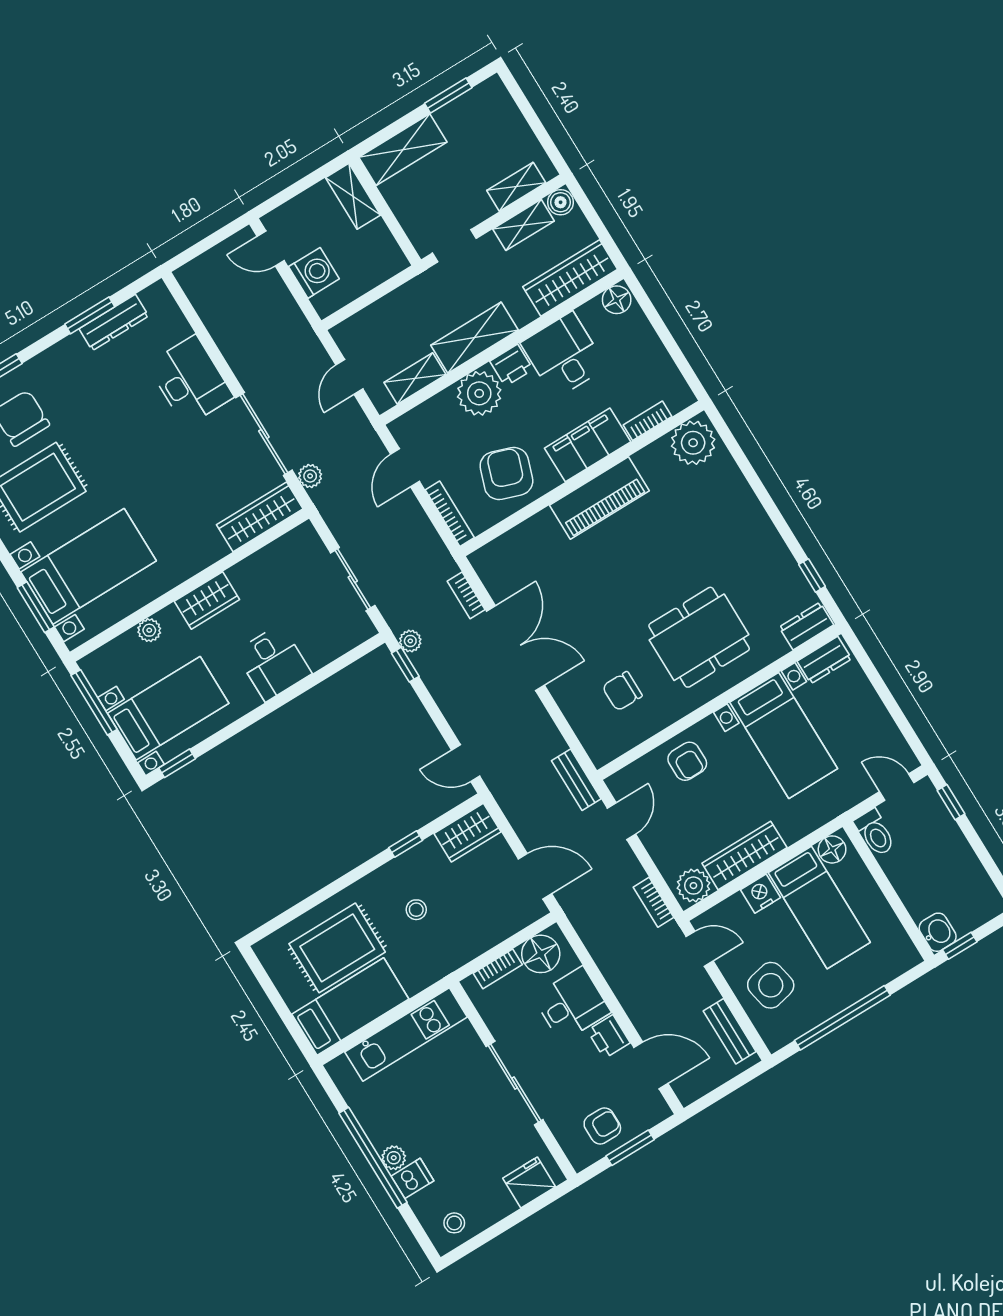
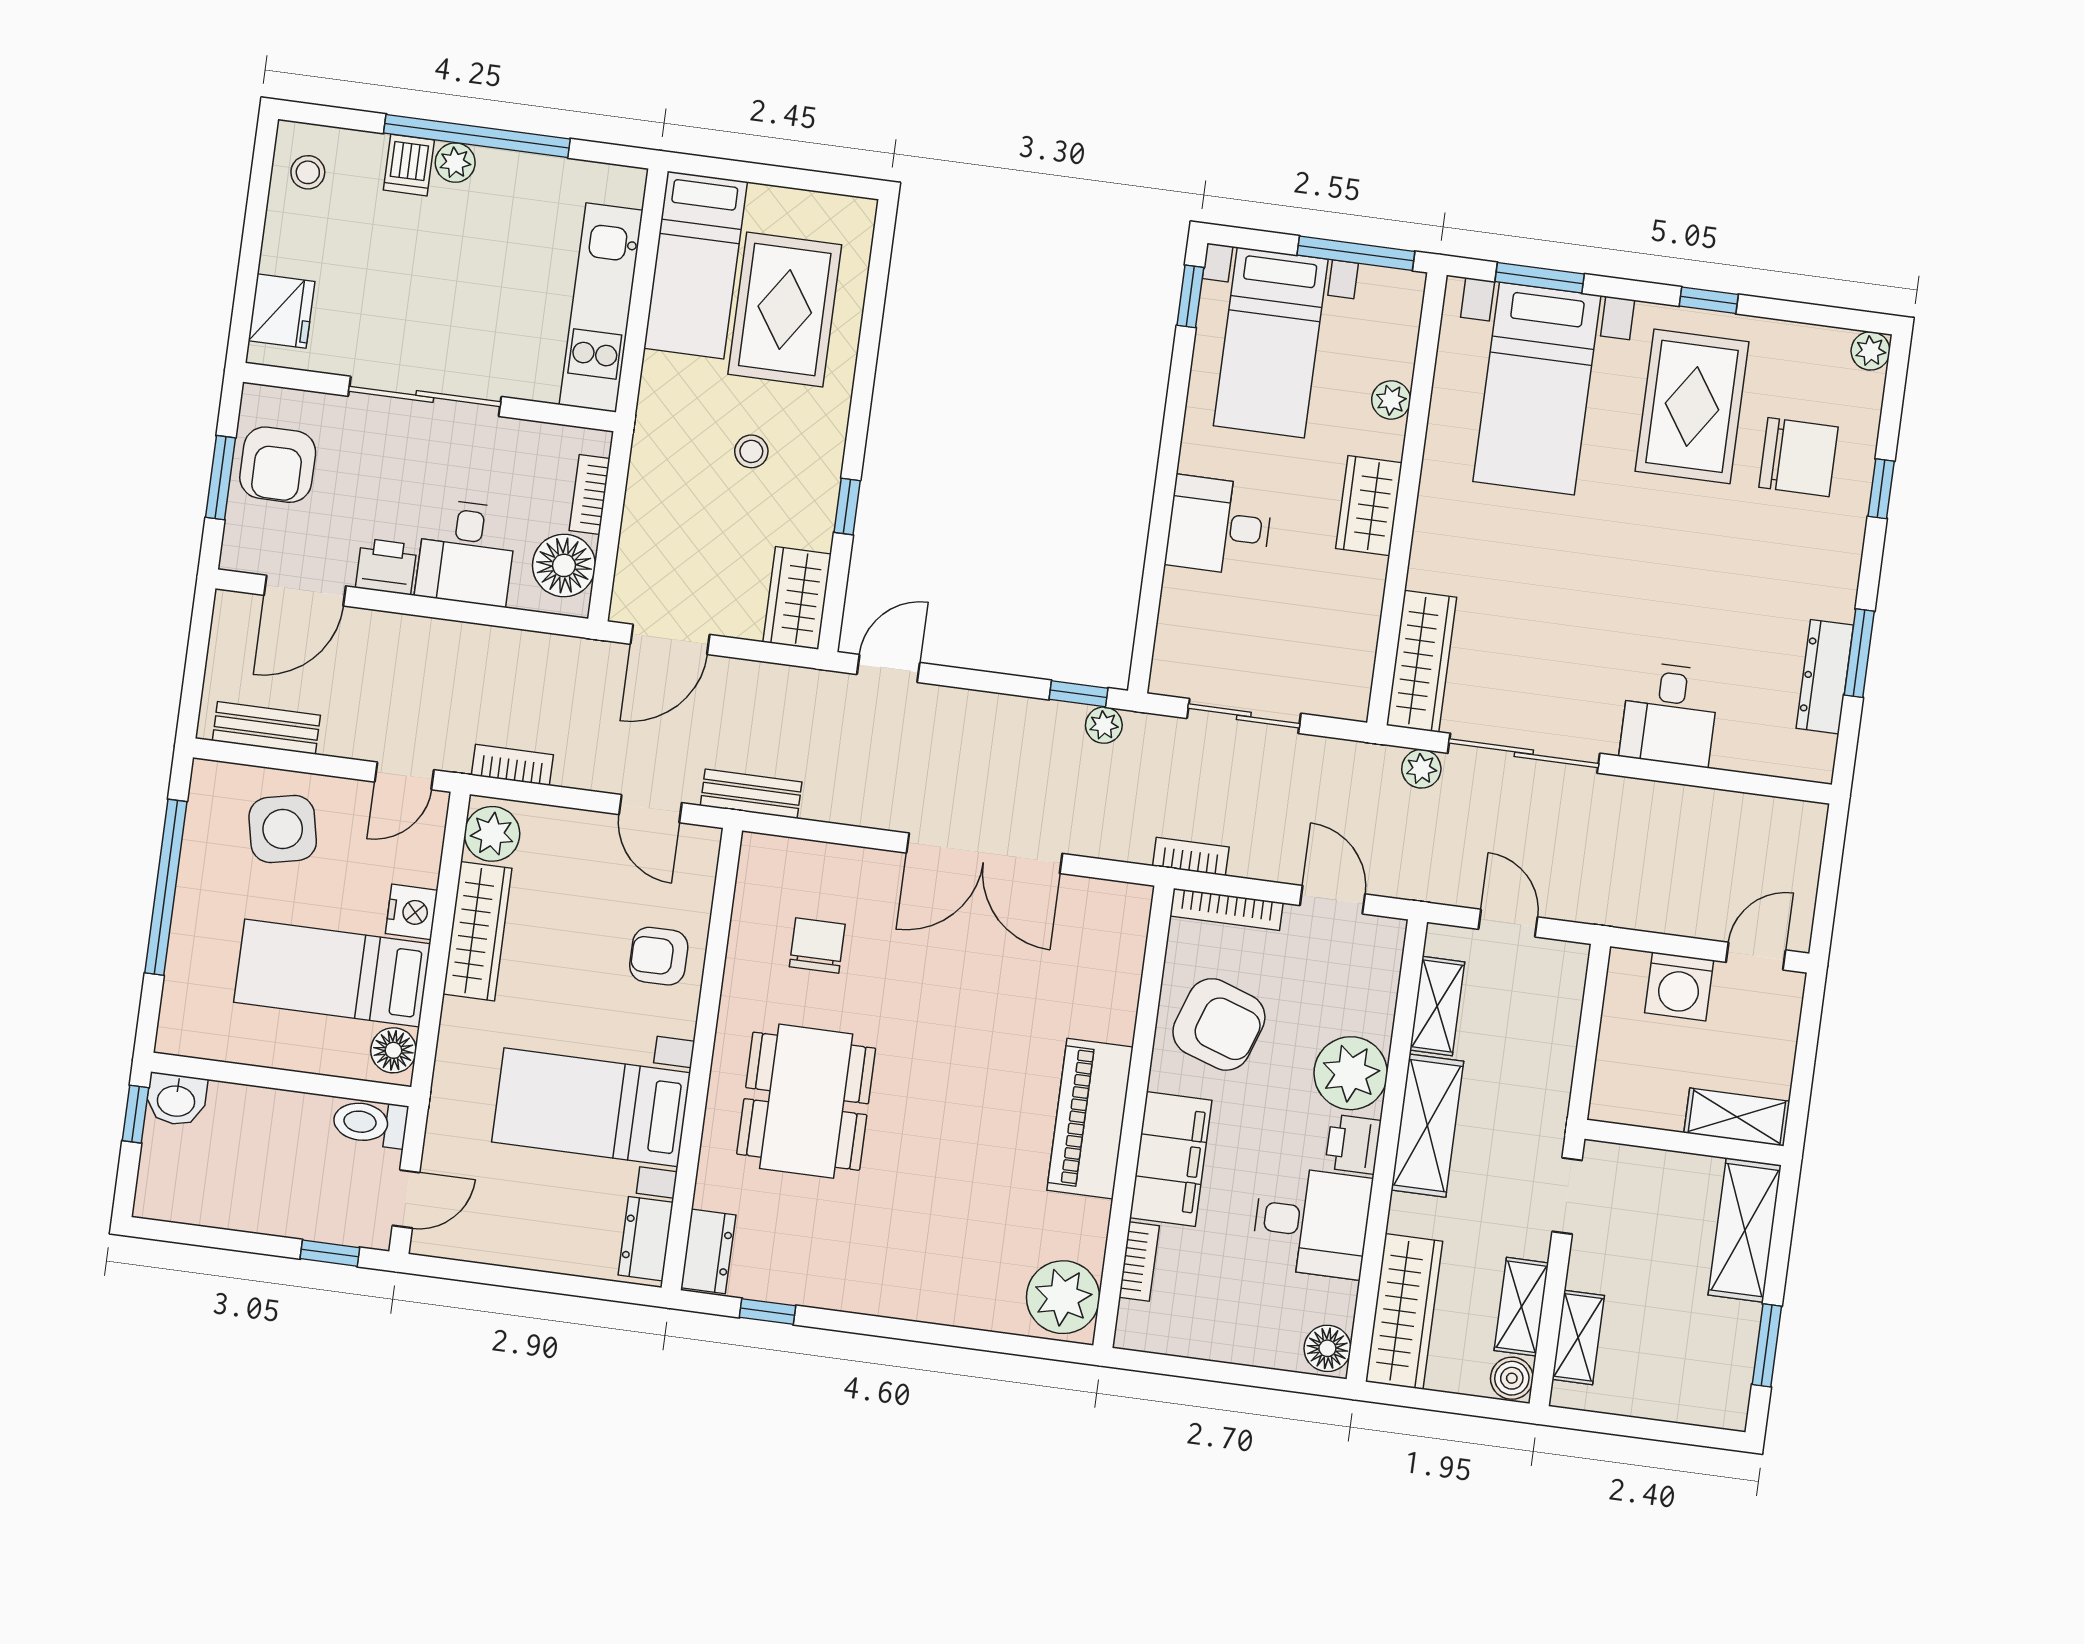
desk: (190, 381) -> (1670, 714), width x0.73
bookcase: (466, 595) -> (1191, 856), moved
armchair: (602, 1126) -> (278, 465), width x1.38, depth x1.38

